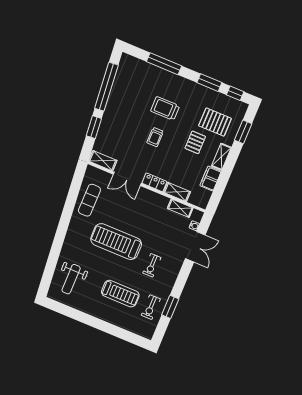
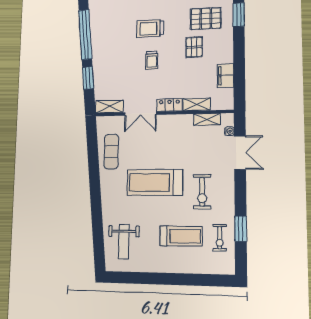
shelving: (221, 157) -> (227, 49), removed
exercise bike: (152, 265) -> (202, 192), width x1.38, depth x1.39

